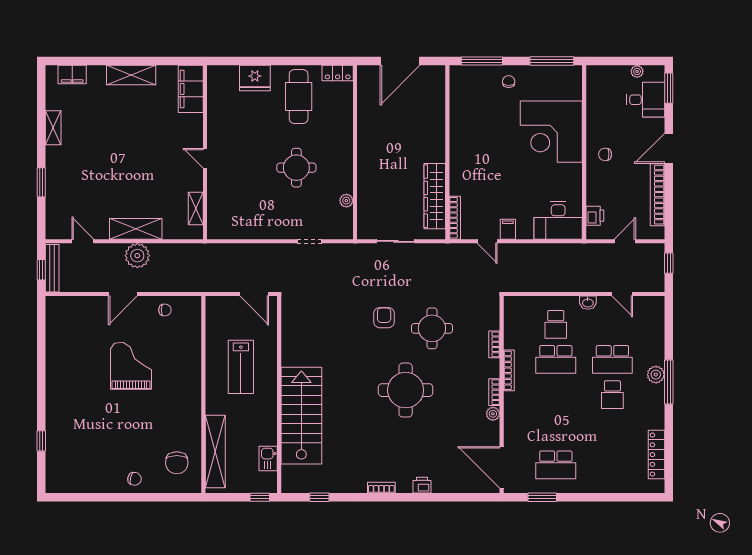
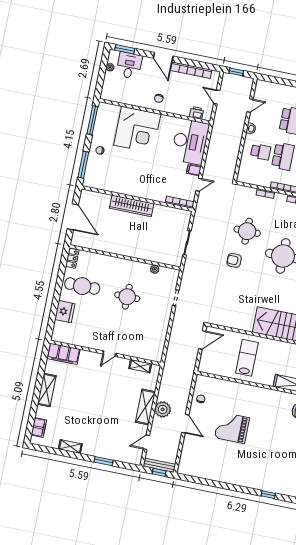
wardrobe: (435, 196) -> (132, 206), moved
desk: (558, 220) -> (190, 142), width x1.36, depth x1.30
lab bench: (241, 367) -> (247, 358), turned -90

